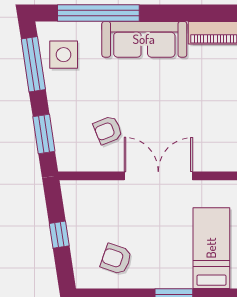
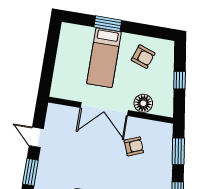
floor lamp: (105, 193) -> (143, 103), added
bed: (211, 248) -> (104, 58), moved

